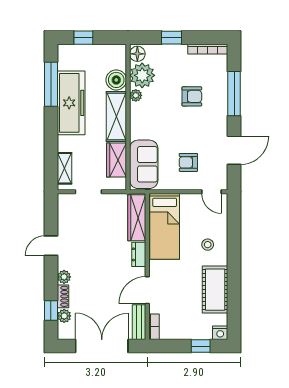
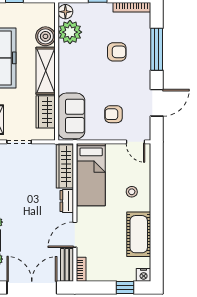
plant: (136, 95) -> (64, 51), removed

